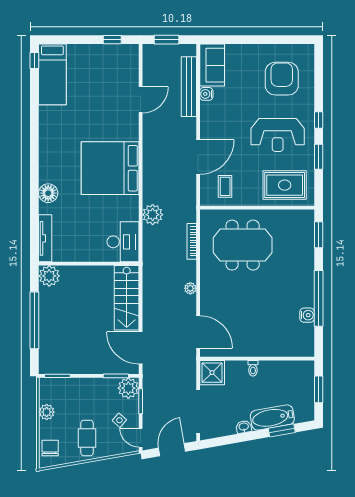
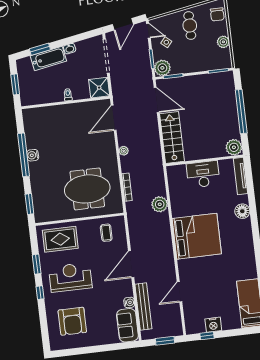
nightstand: (102, 53) -> (213, 325), added
door: (198, 157) -> (131, 264), moved
desk: (123, 242) -> (203, 174), moved, turned 90
water cooler: (307, 315) -> (33, 155), moved
door: (198, 332) -> (114, 118), hinge flipped

